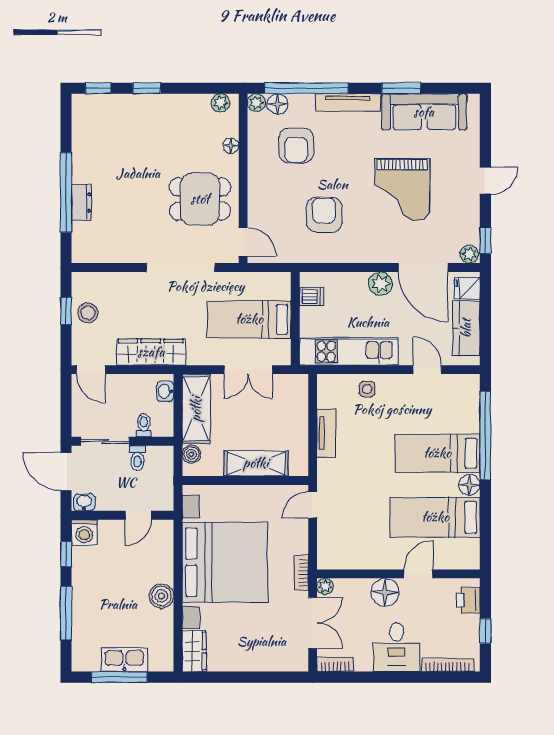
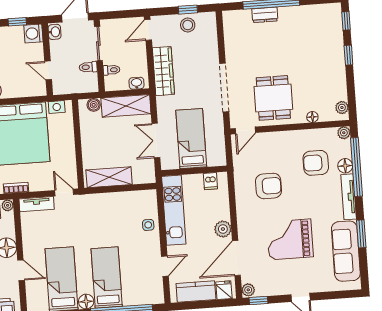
floor lamp: (277, 104) -> (345, 166), moved
tv unit: (326, 433) -> (37, 204), moved
shelving: (256, 463) -> (109, 177), moved, turned 90

